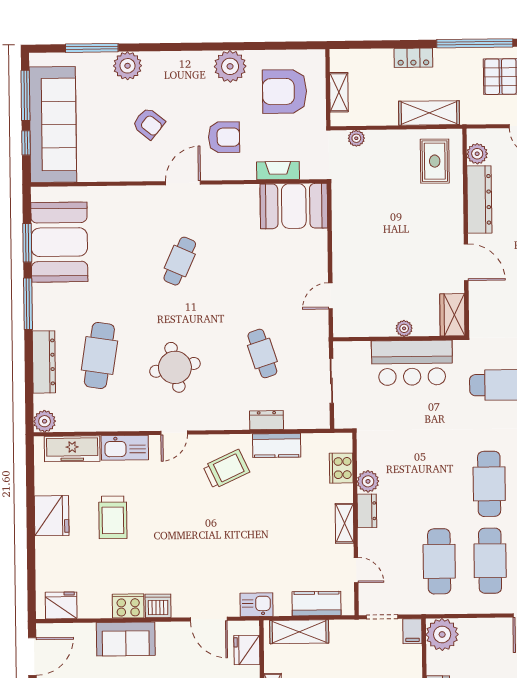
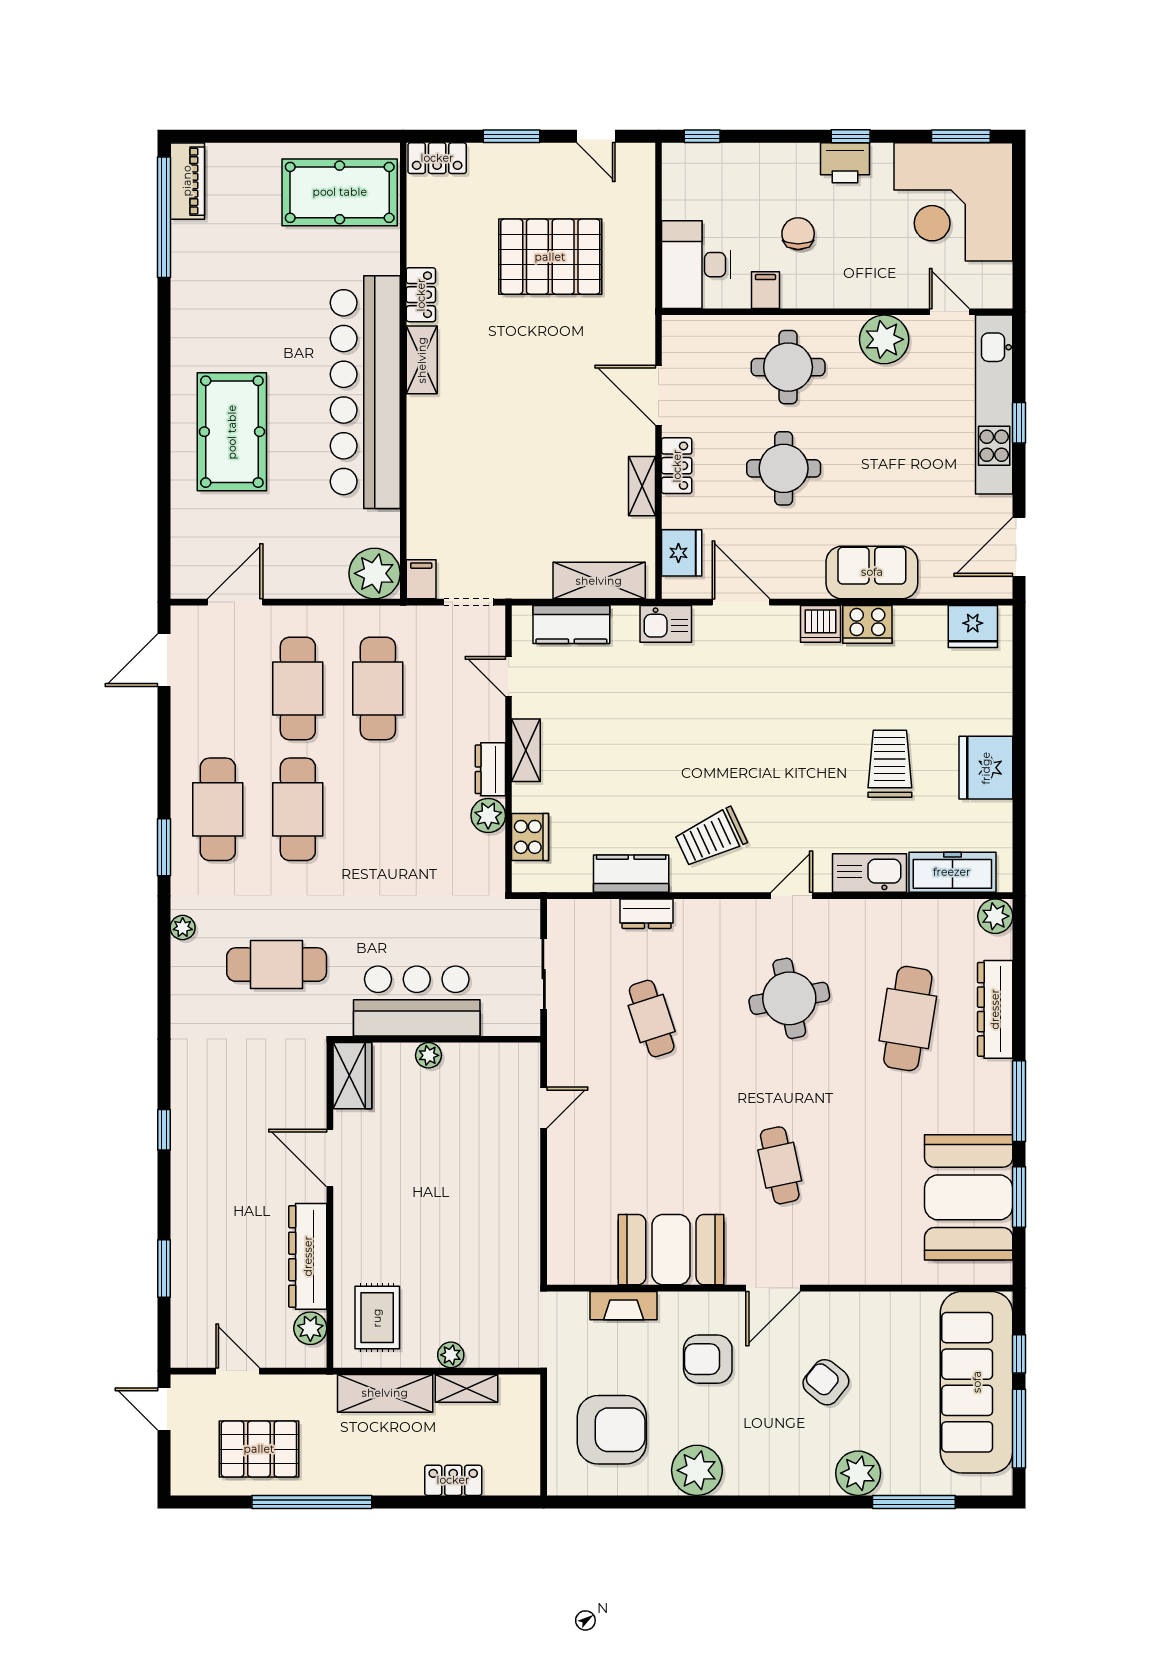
locker: (413, 58) -> (453, 1480), moved
shelving: (339, 92) -> (466, 1388), moved, turned 90
plant: (356, 138) -> (451, 1355), moved
booth: (294, 206) -> (671, 1250), moved
cafe table: (180, 261) -> (780, 1165), turned -36

